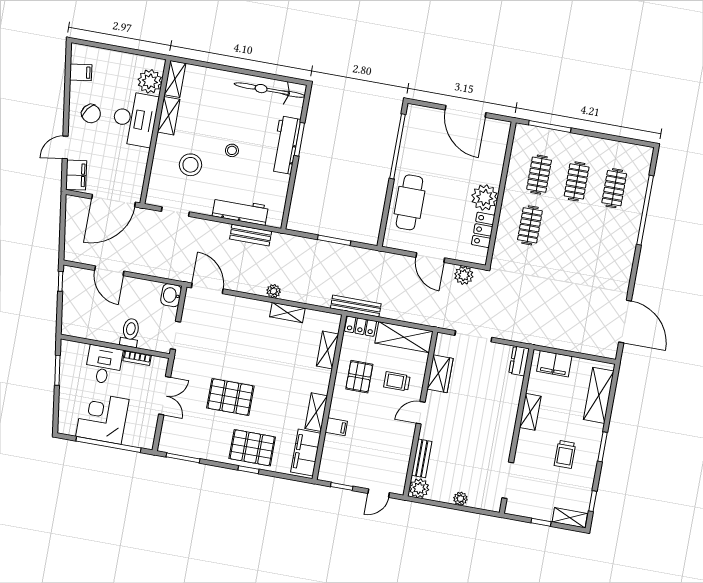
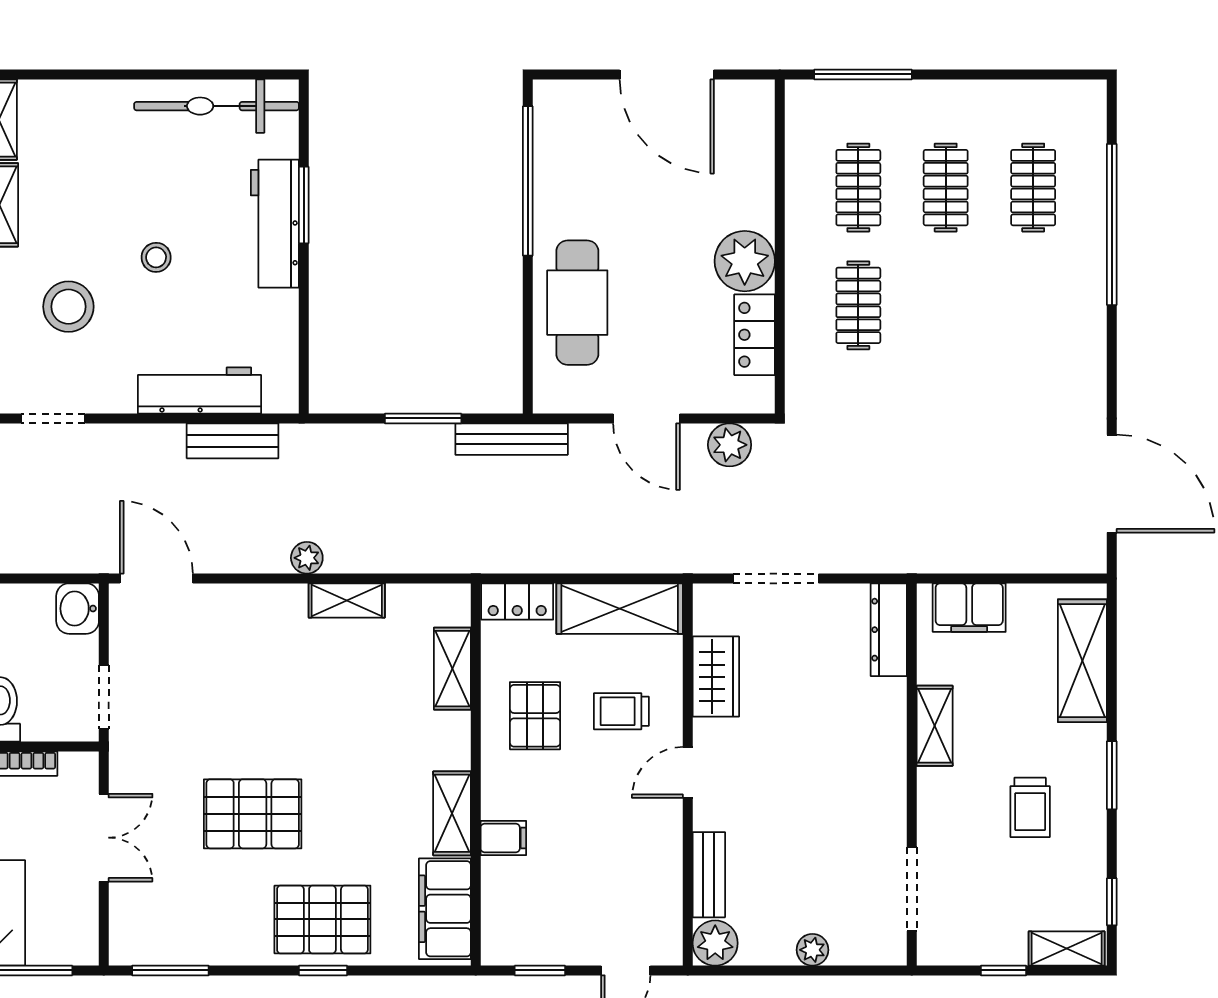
bench: (356, 306) -> (512, 439), moved
dresser: (519, 361) -> (889, 630), width x1.44

